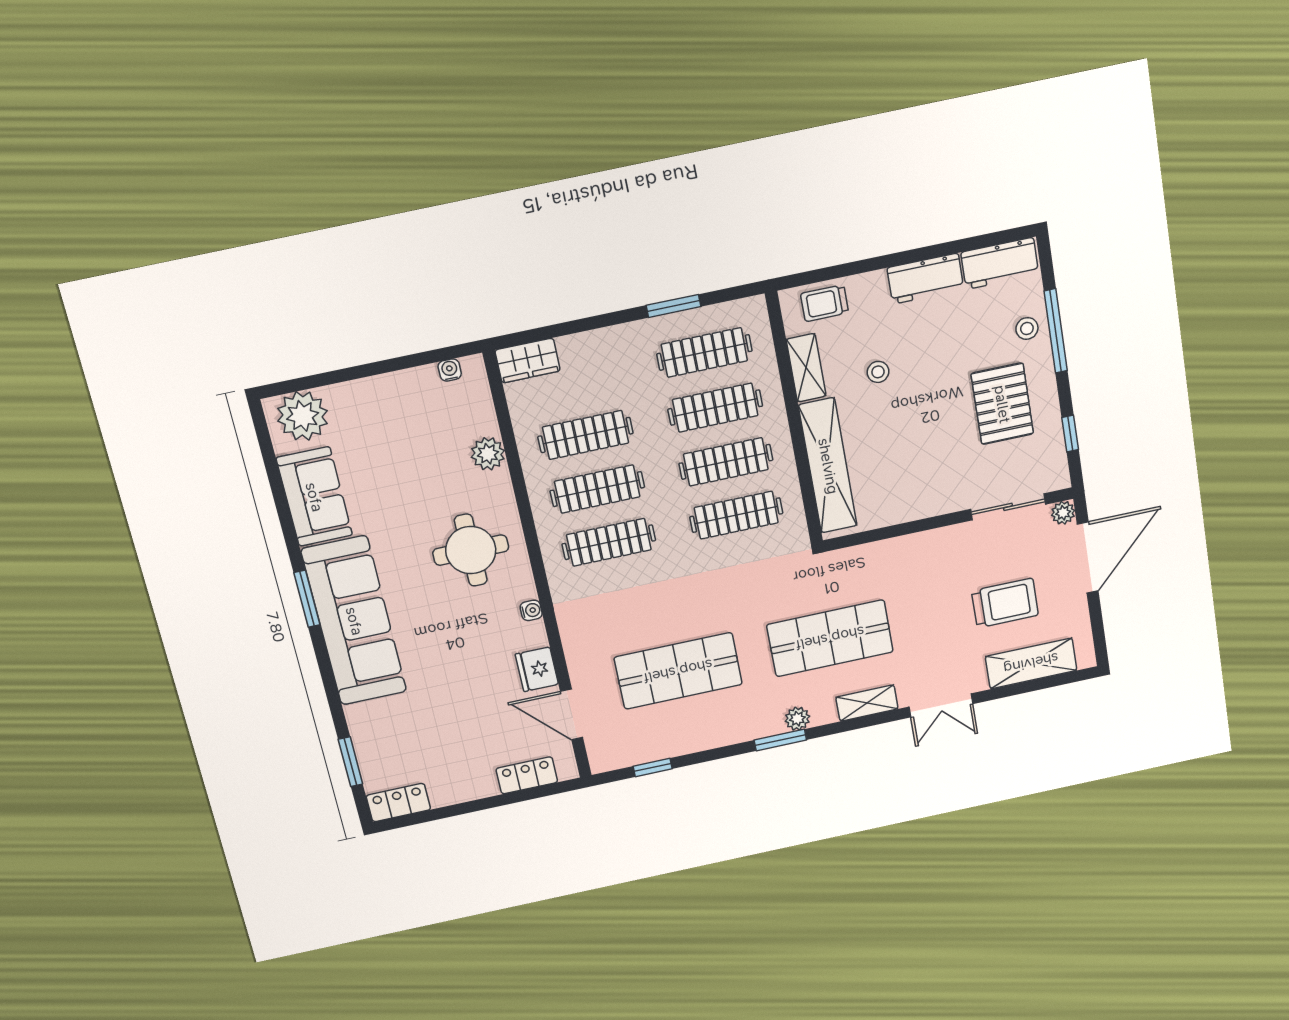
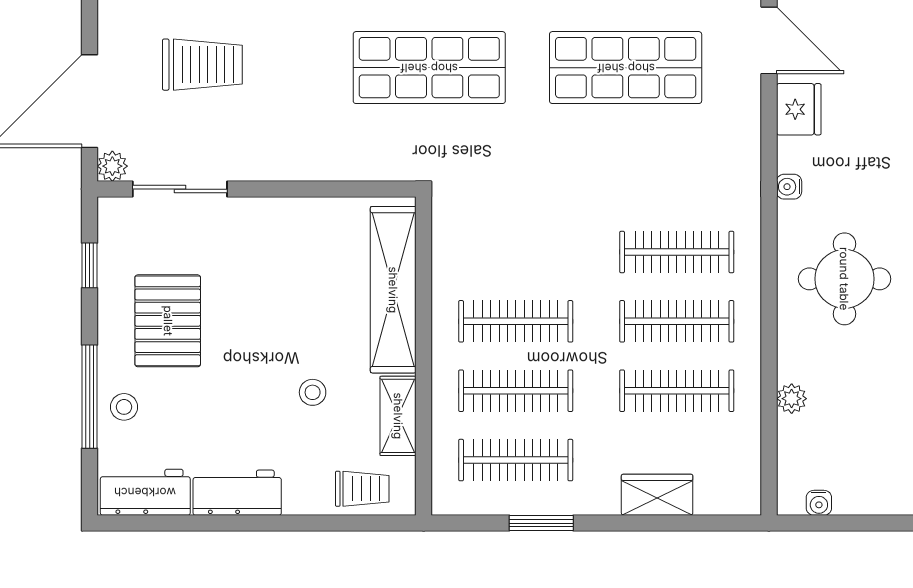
wardrobe: (528, 360) -> (657, 495), moved
plant: (488, 454) -> (792, 399), width x0.73, depth x0.73
clothes rail: (736, 515) -> (516, 252), removed
trolley: (1005, 603) -> (202, 65), turned 180

